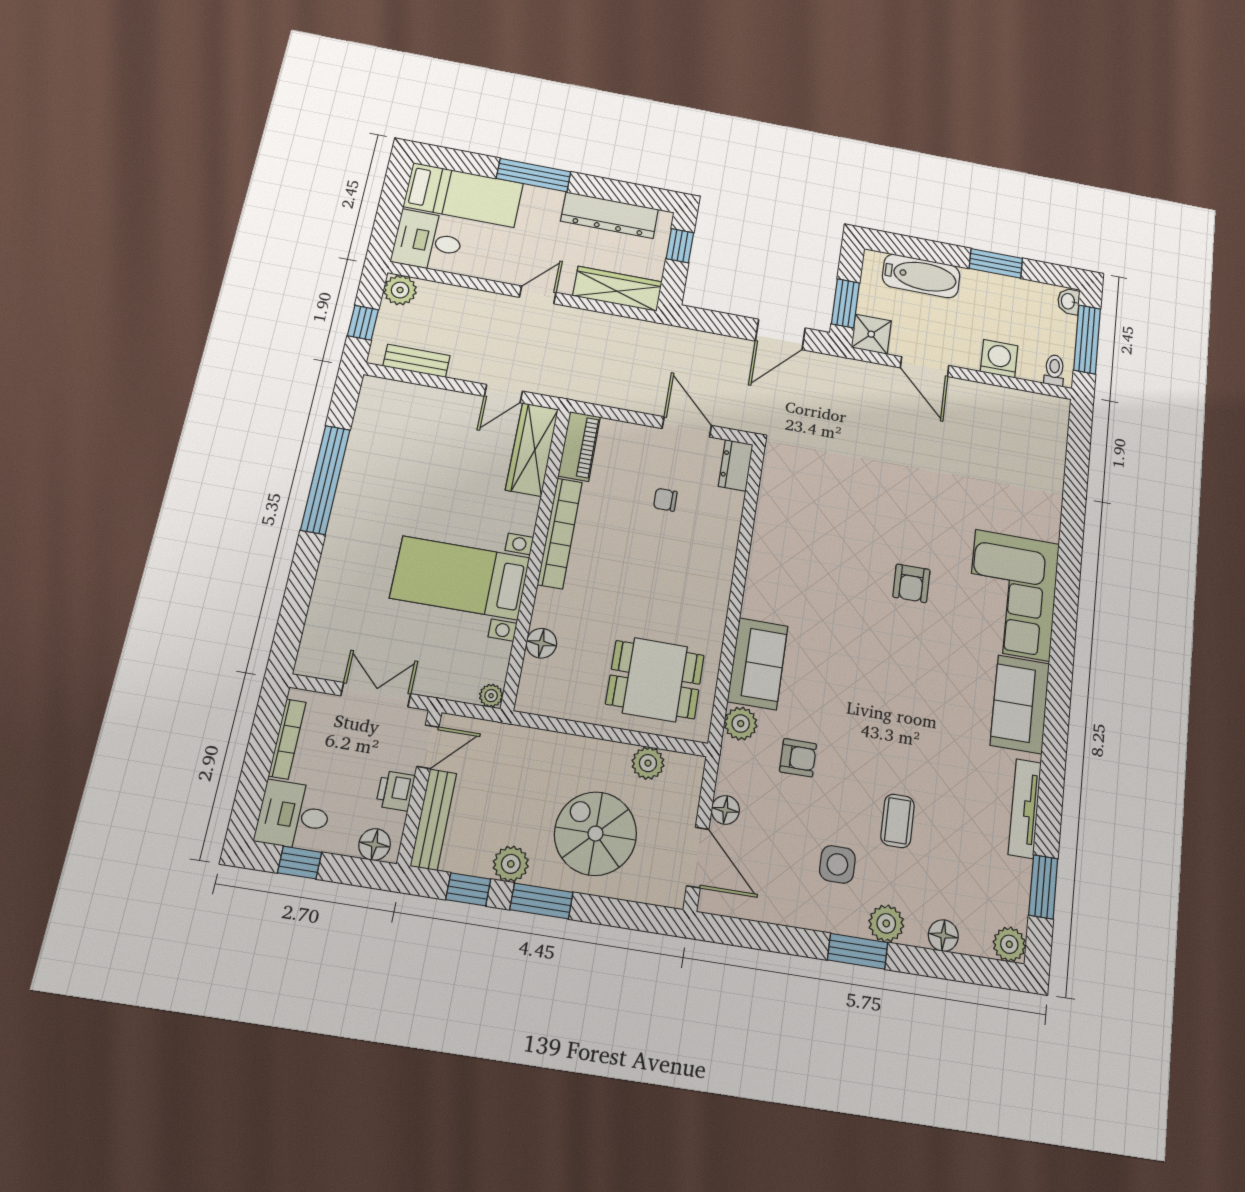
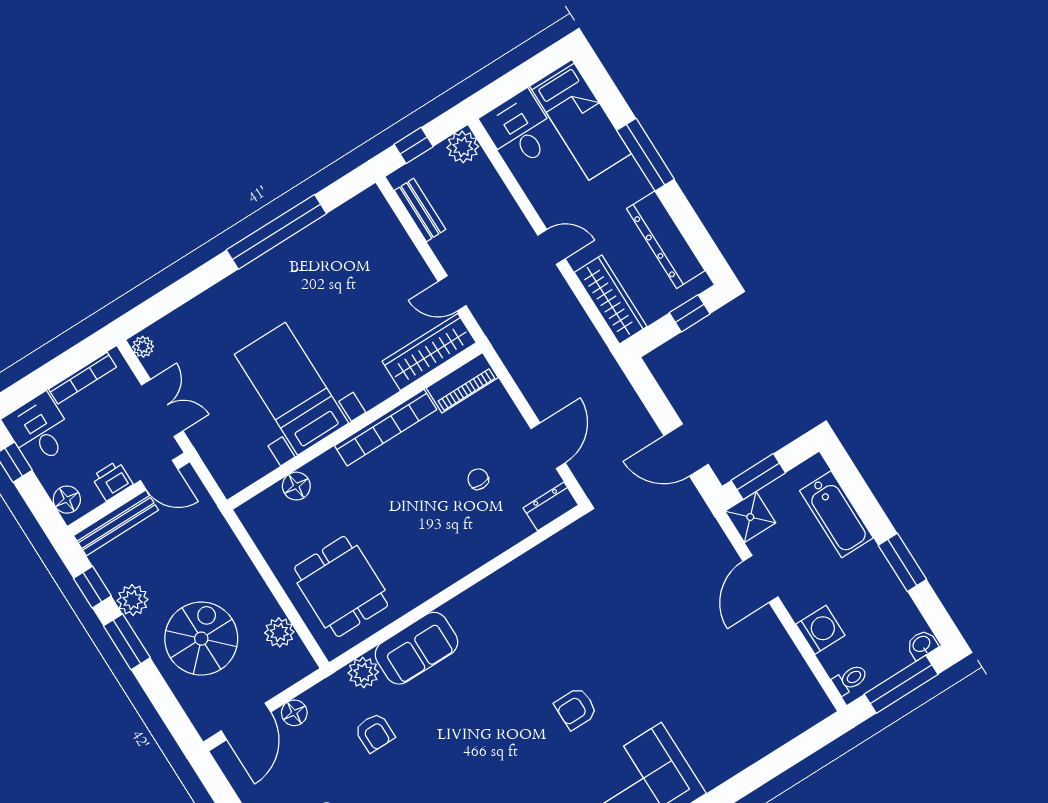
plant: (491, 696) -> (143, 347), moved

